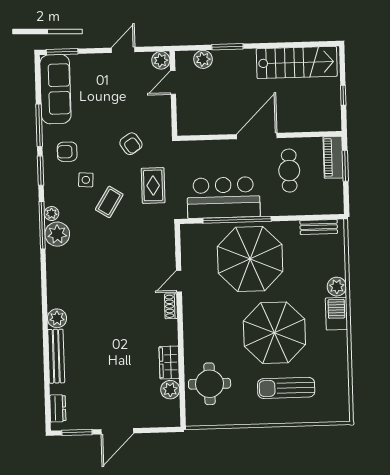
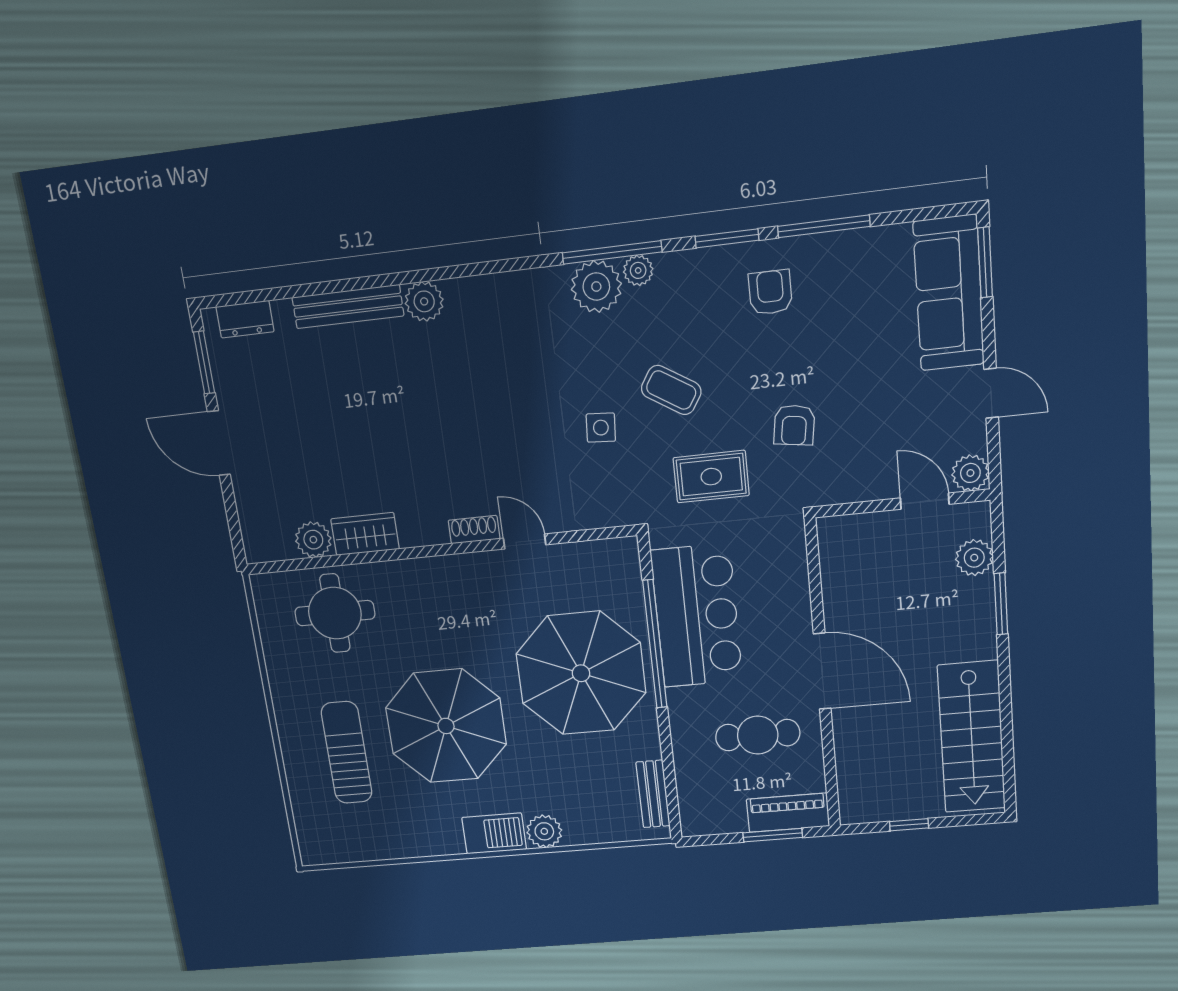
sofa: (55, 89) -> (949, 293), moved, turned 90
armchair: (131, 144) -> (794, 425), turned -48
side table: (86, 180) -> (601, 428), moved

